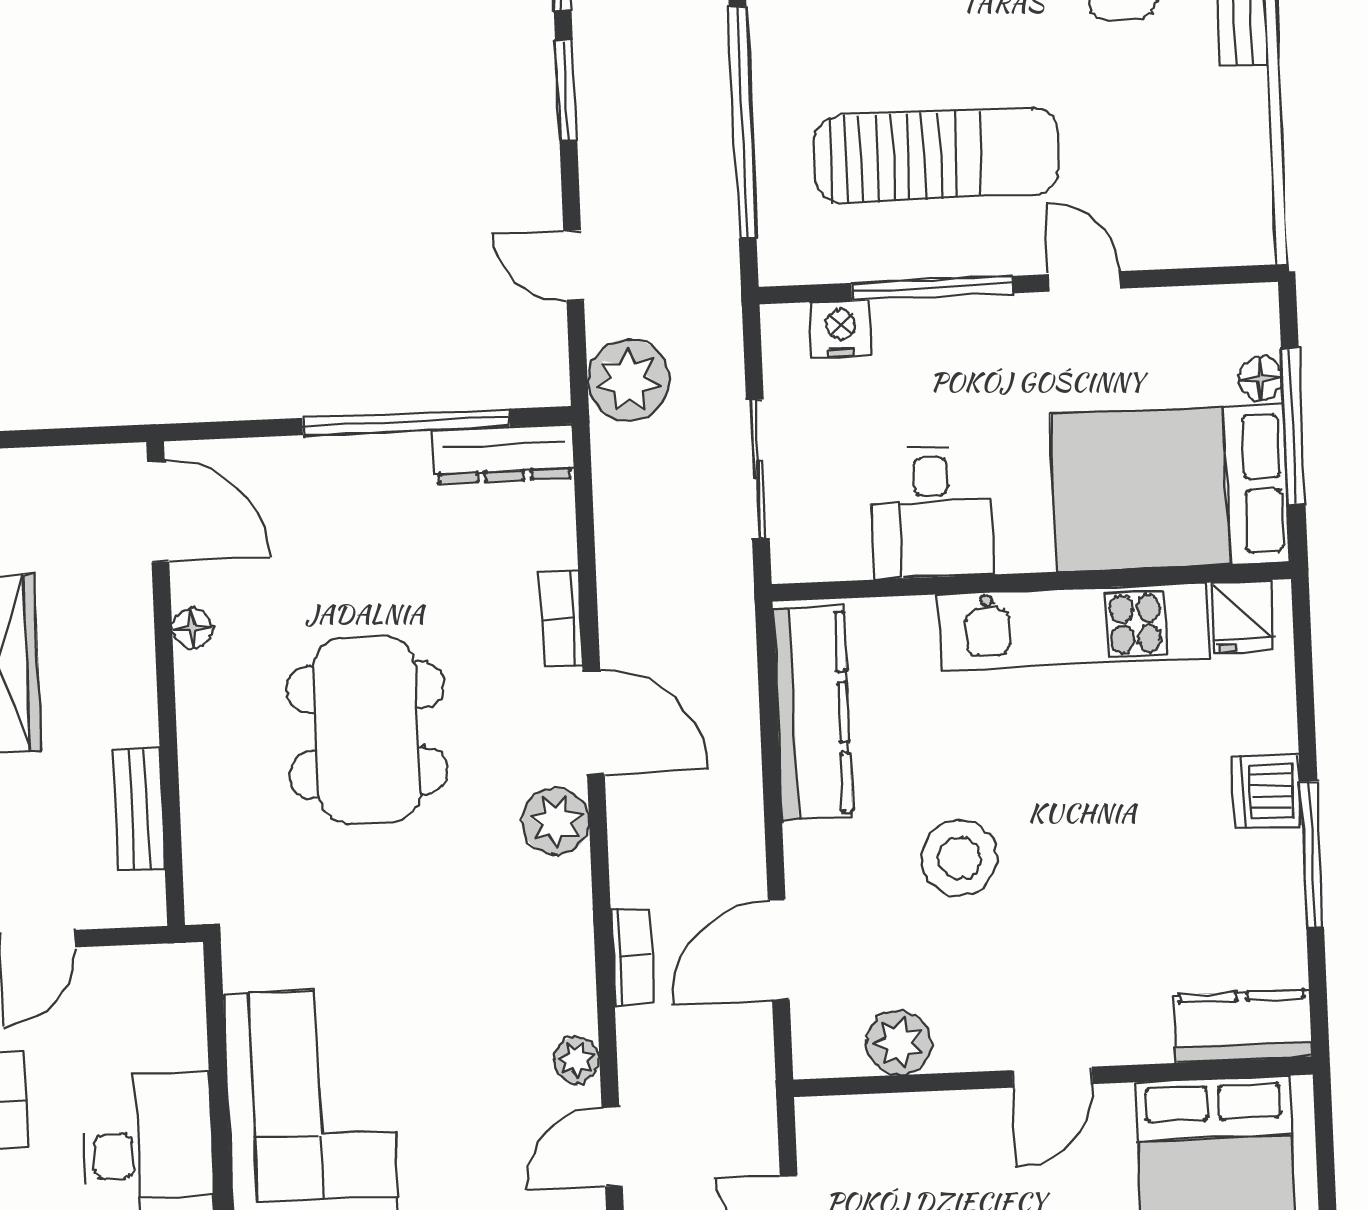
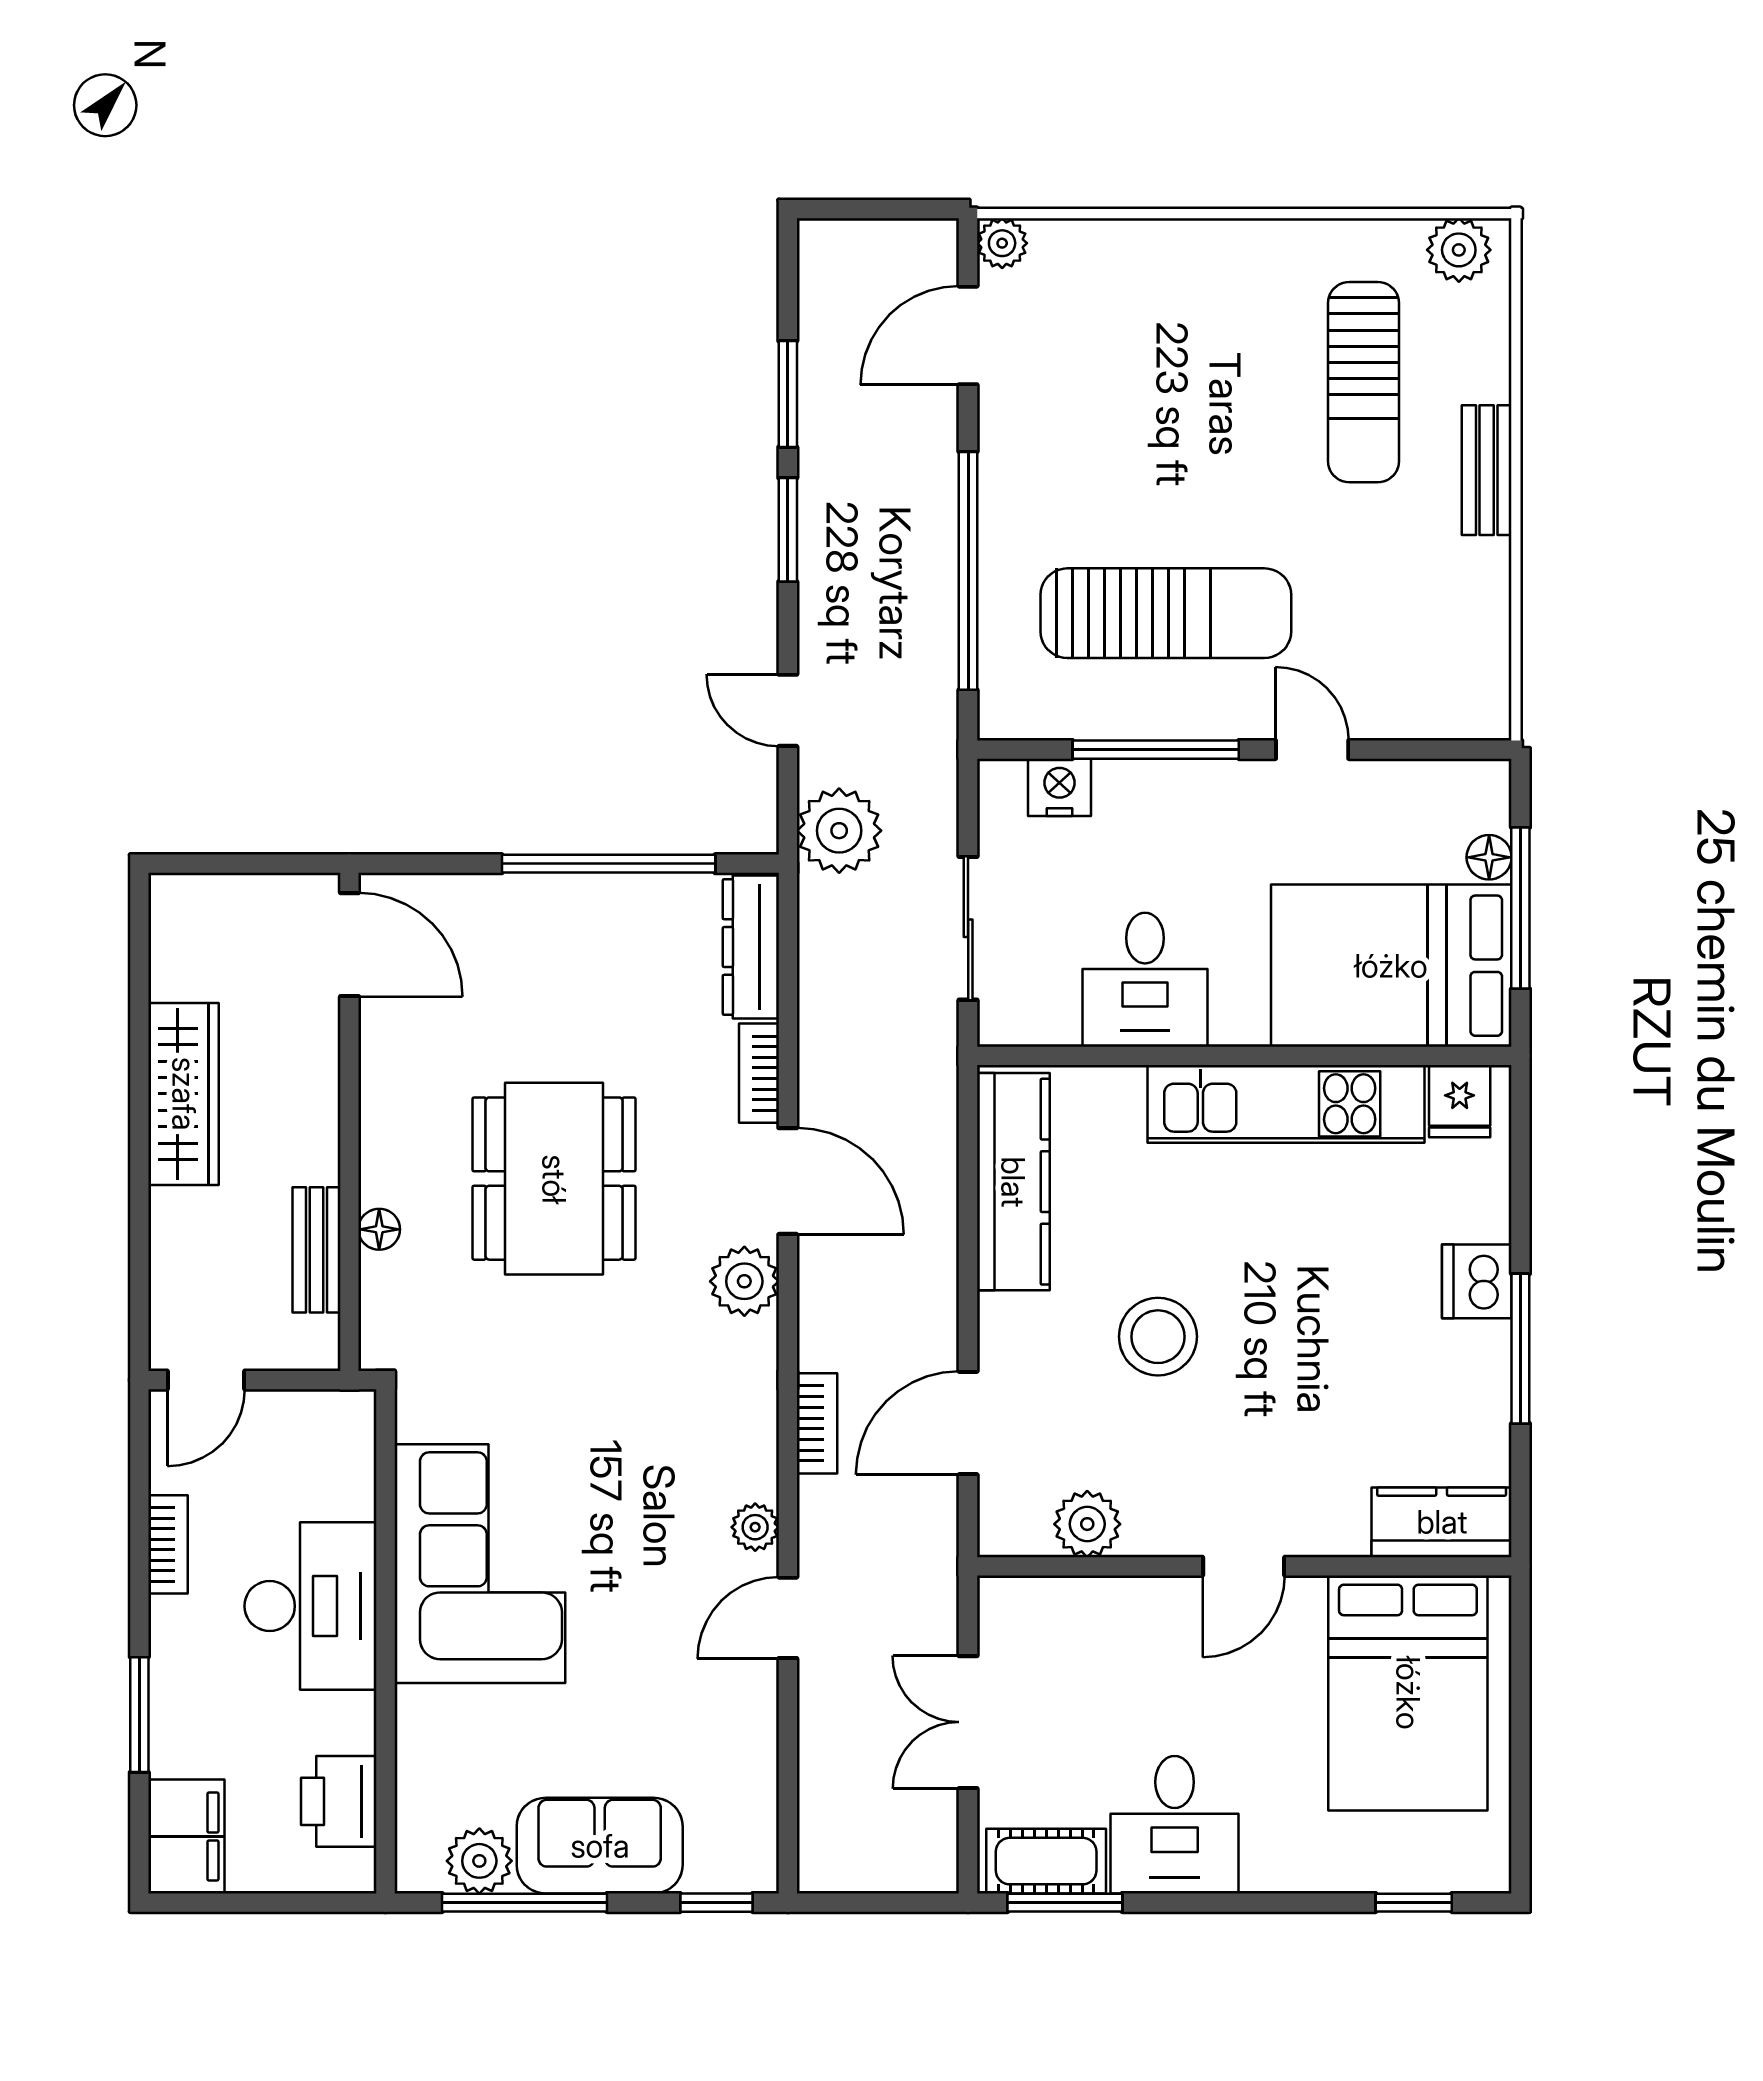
dresser: (503, 454) -> (751, 947), moved, turned 90
floor lamp: (192, 628) -> (379, 1229), moved

